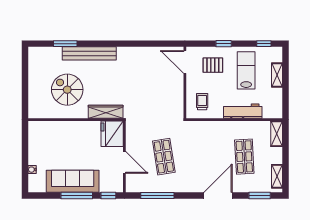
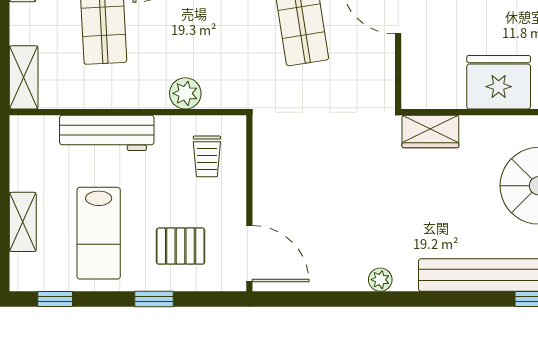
plant: (132, 51) -> (380, 280), added
wardrobe: (106, 112) -> (430, 132), width x0.67
plant: (211, 127) -> (185, 93), added
fridge: (112, 134) -> (499, 82), moved, turned -90

